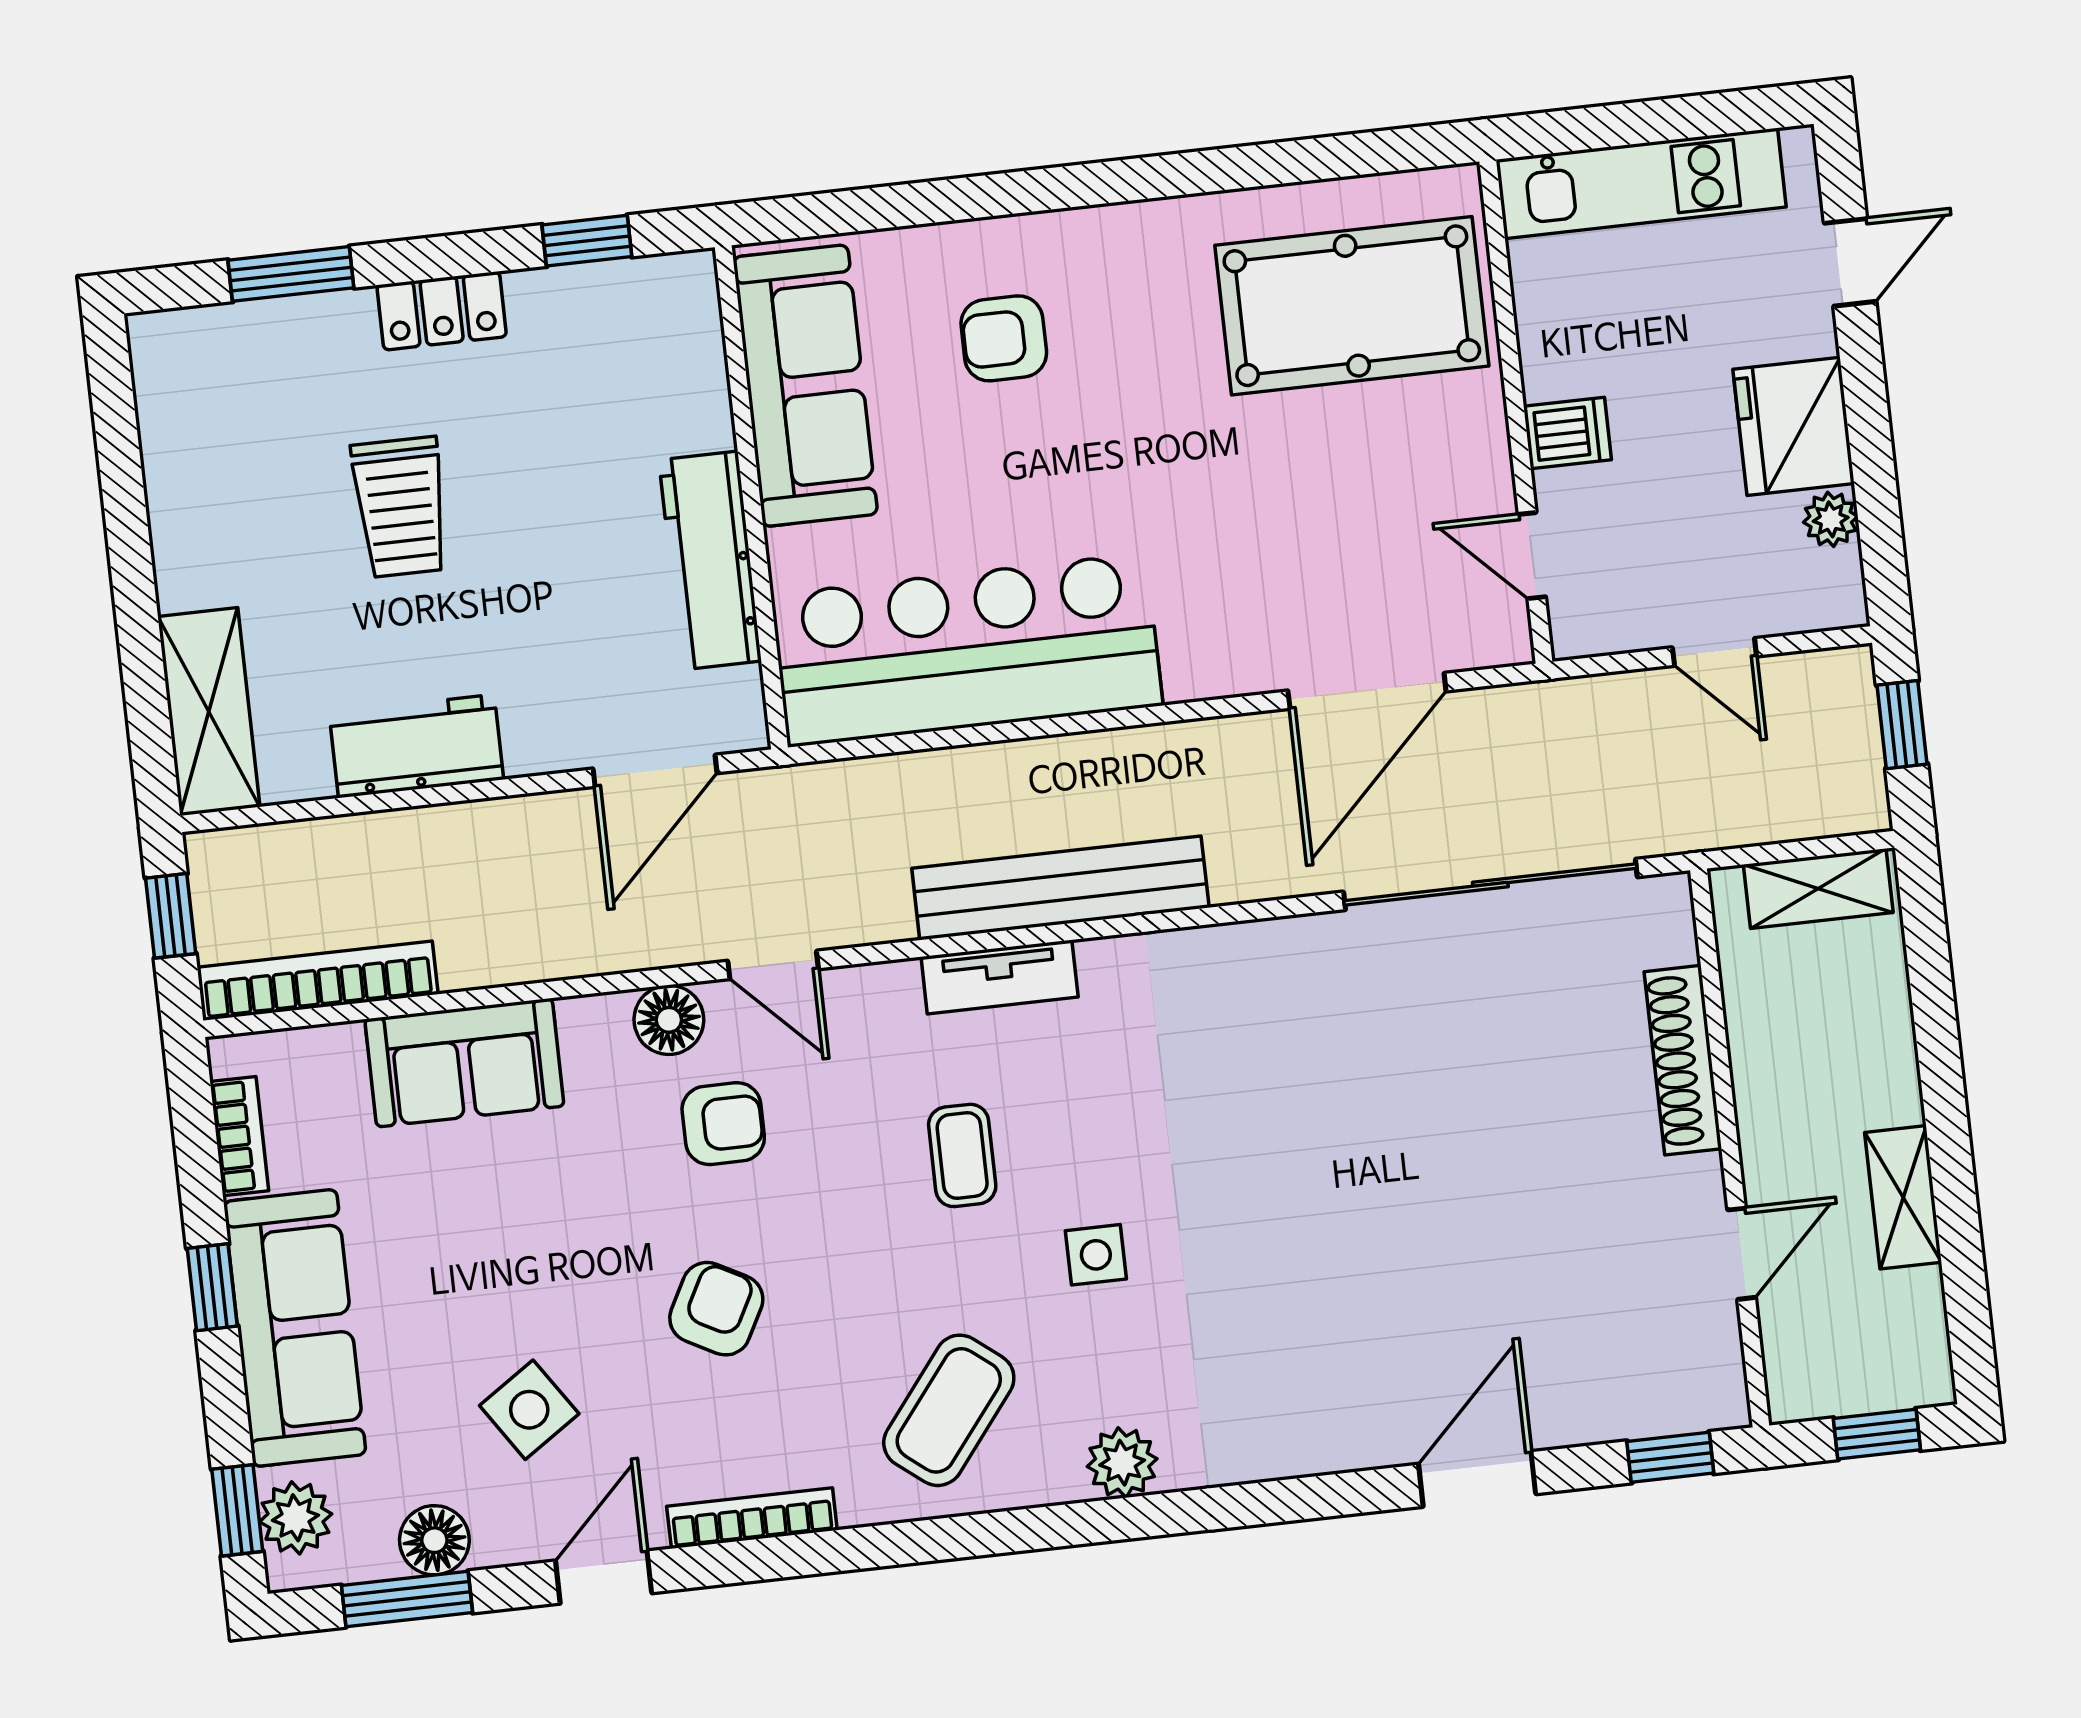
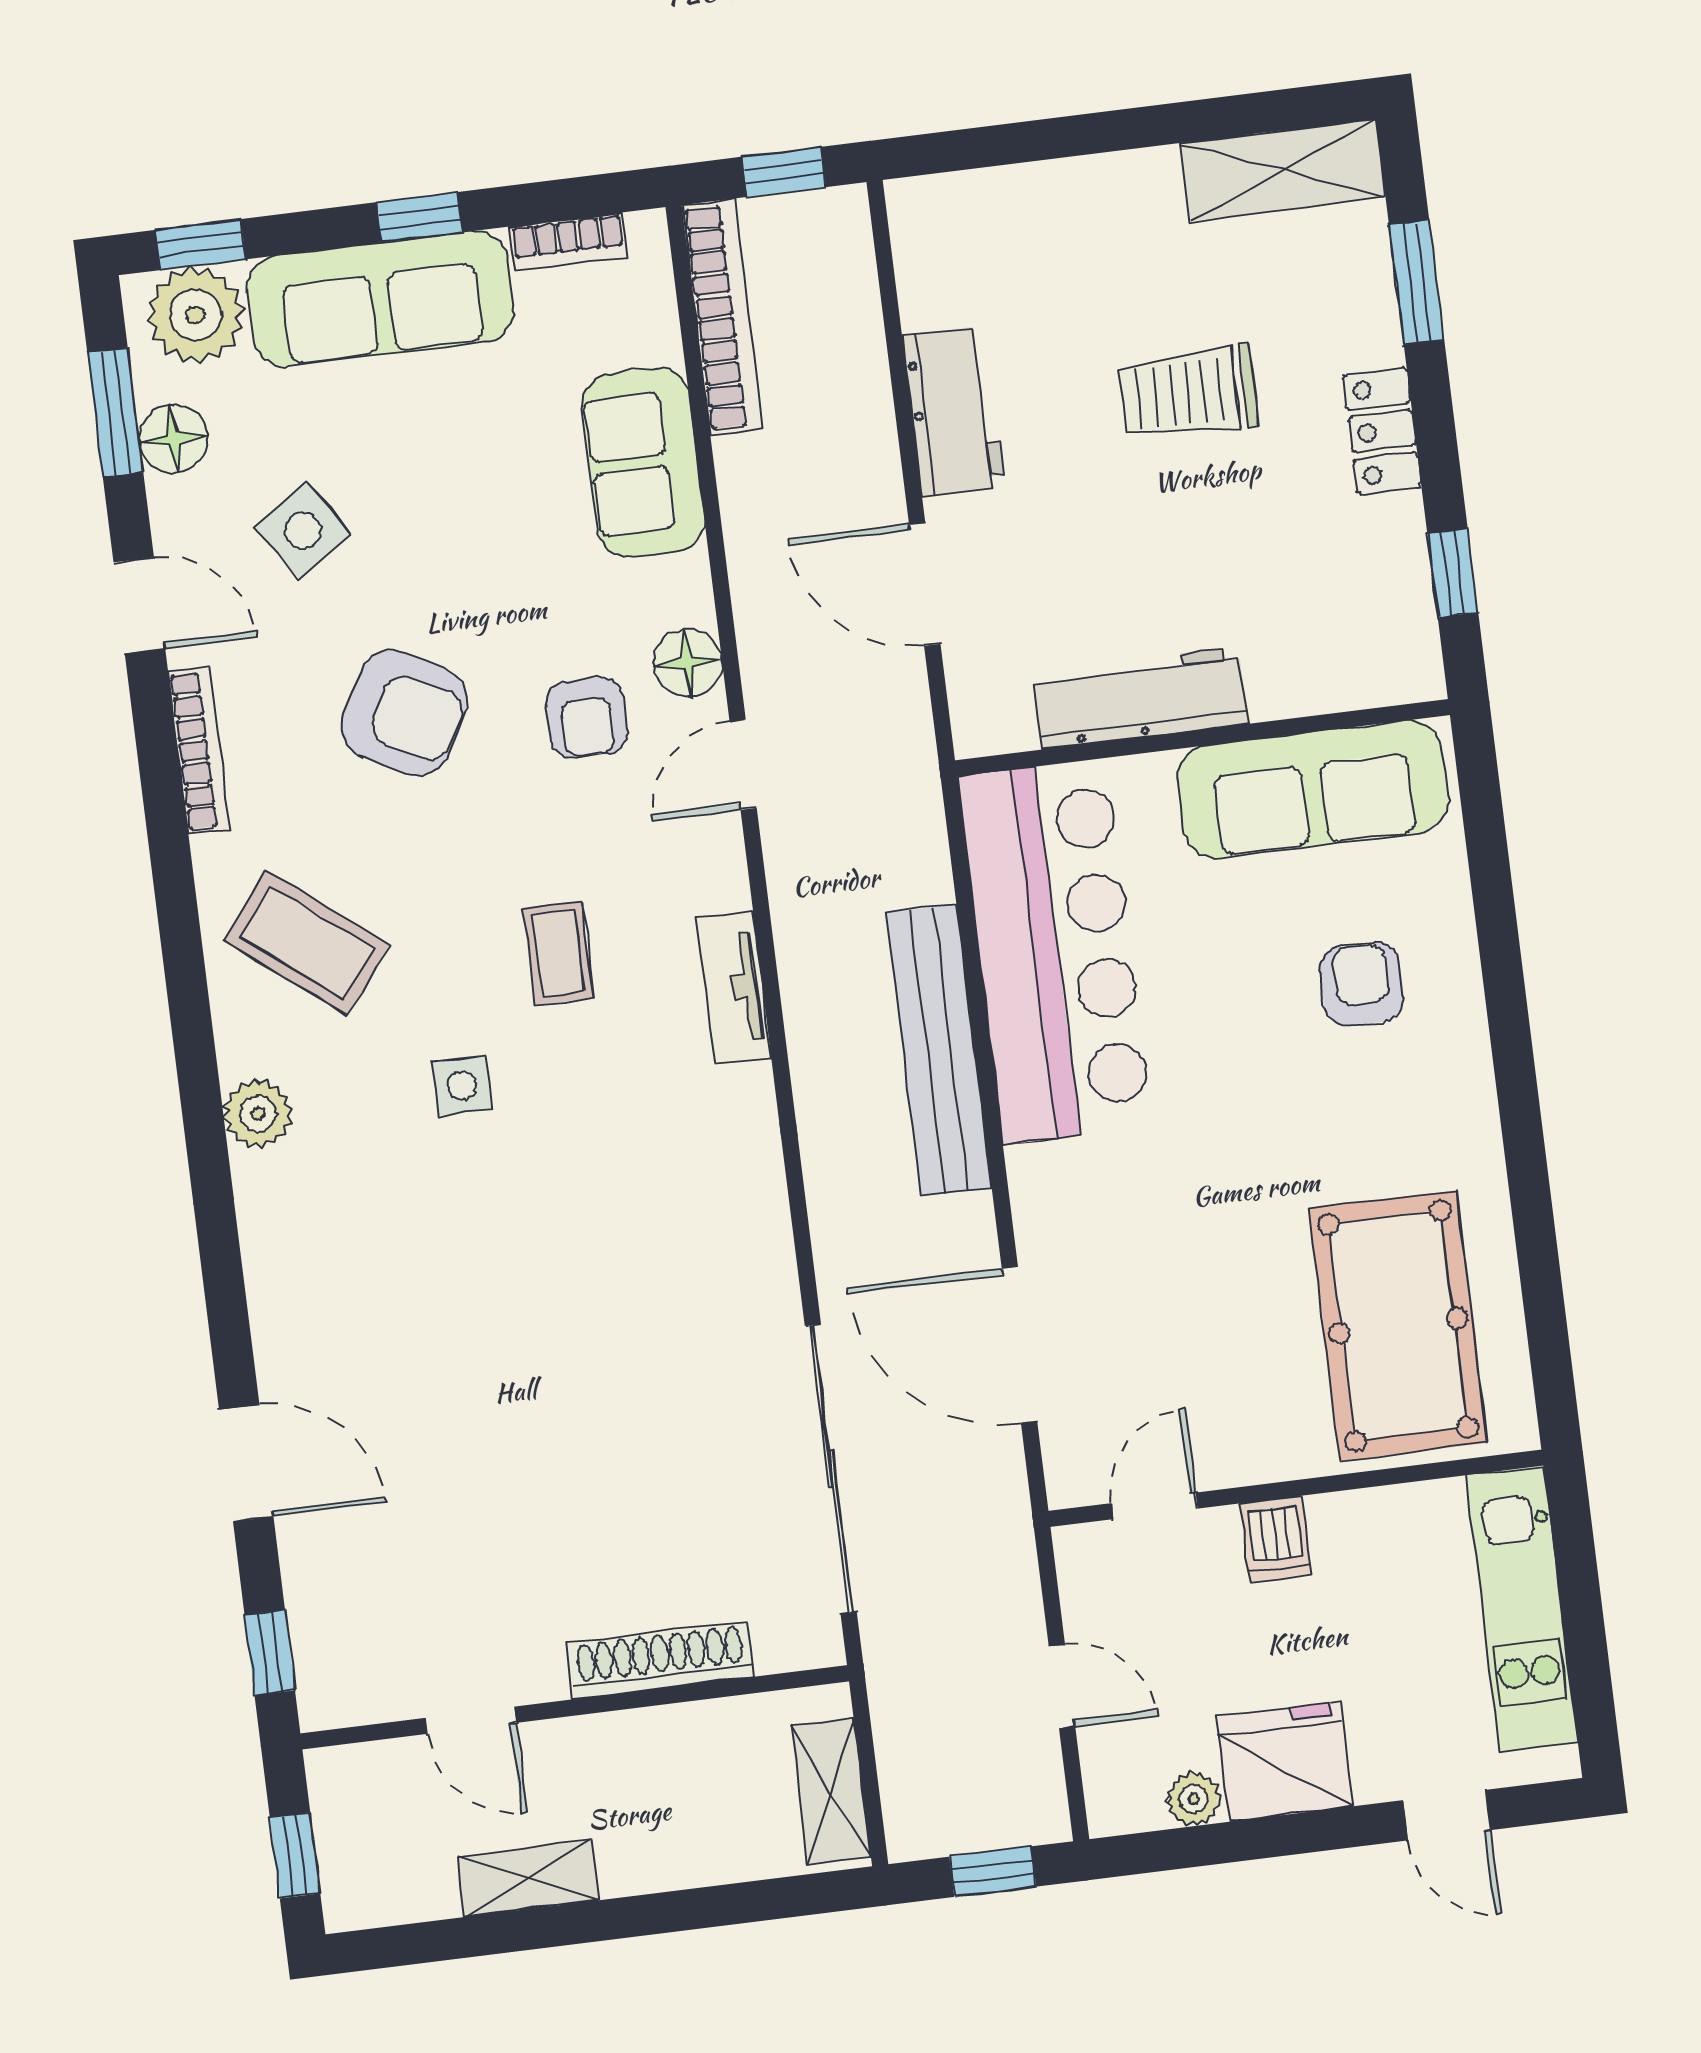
door: (1714, 652) -> (1062, 1686), swing flipped
shelving: (209, 712) -> (1283, 170), moved
door: (655, 771) -> (925, 584), moved
bench: (1060, 888) -> (939, 1050), moved
coffee table: (962, 1155) -> (558, 953), turned 90
armchair: (716, 1309) -> (404, 713), width x1.38, depth x1.38
plant: (296, 1518) -> (195, 315), width x1.36, depth x1.36

